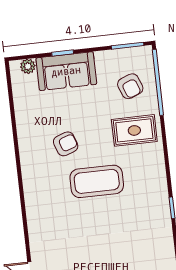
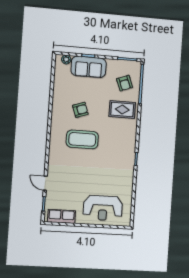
coffee table: (97, 181) -> (82, 139), moved

